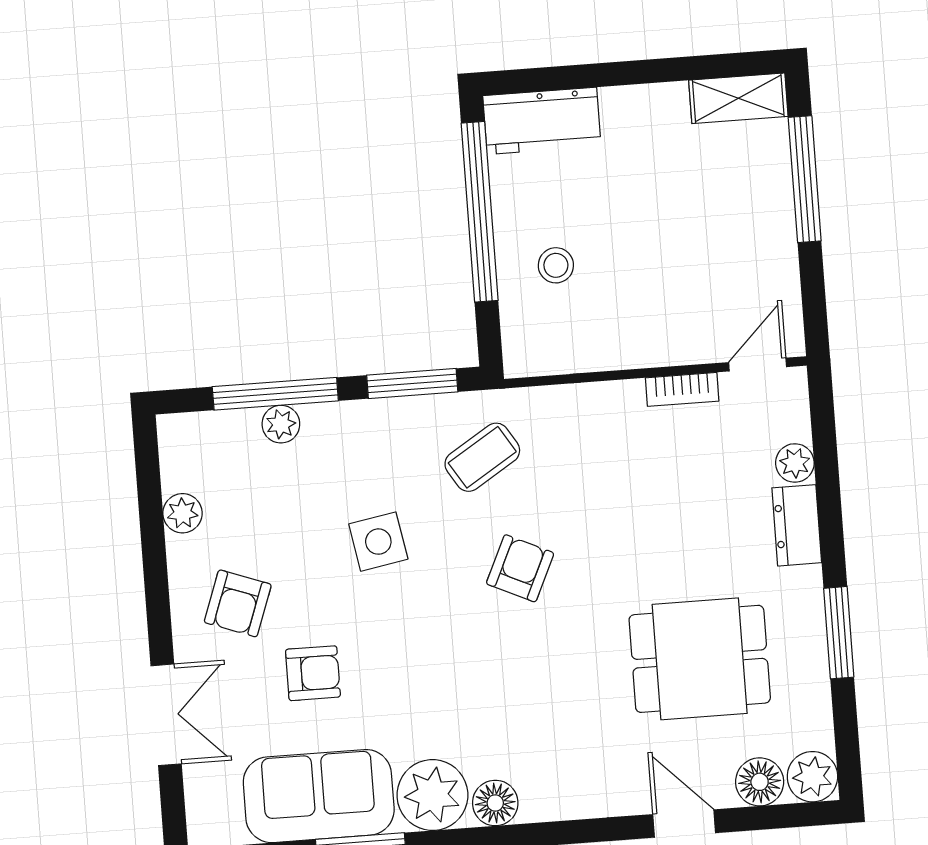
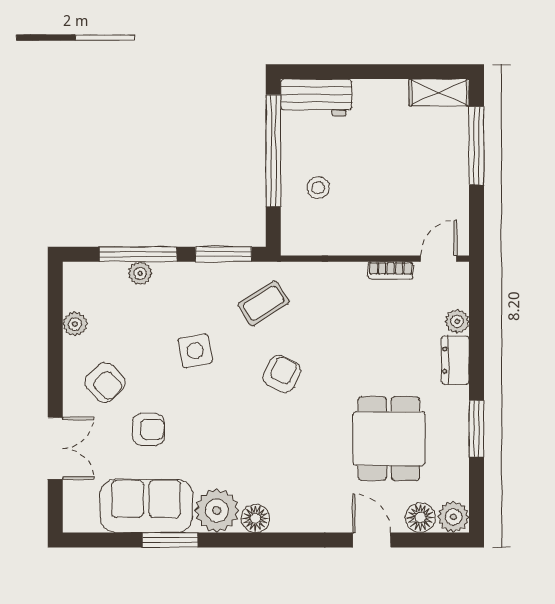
armchair: (238, 603) -> (105, 383), turned -64
dining table: (700, 659) -> (389, 438), turned 90

